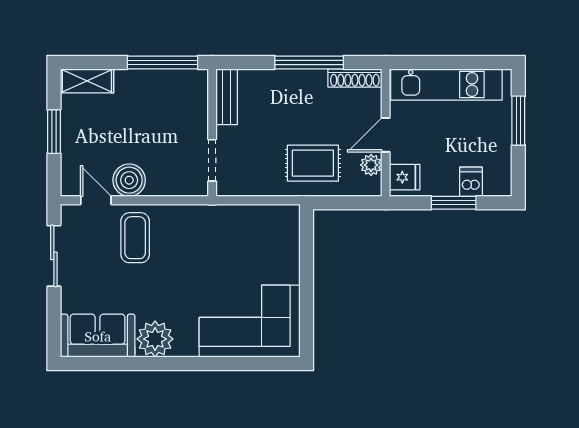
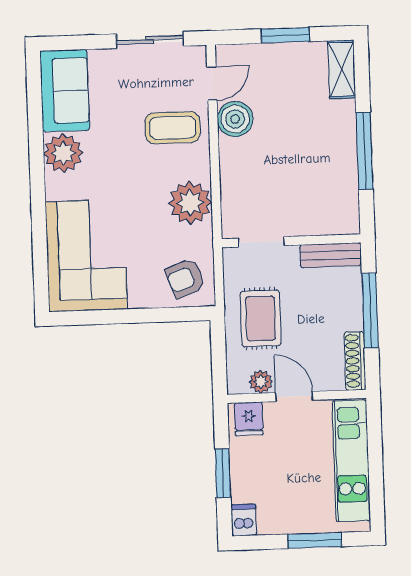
bench: (227, 97) -> (331, 255), moved
wall: (212, 133) -> (291, 241), moved
doorway: (212, 160) -> (261, 242), moved
dishwasher: (471, 182) -> (244, 520), moved, turned -90
plant: (205, 224) -> (190, 203), added
armchair: (274, 231) -> (185, 278), added

